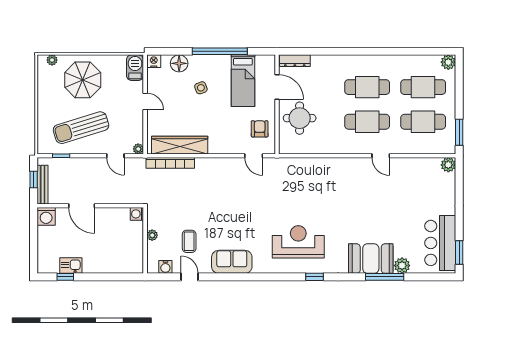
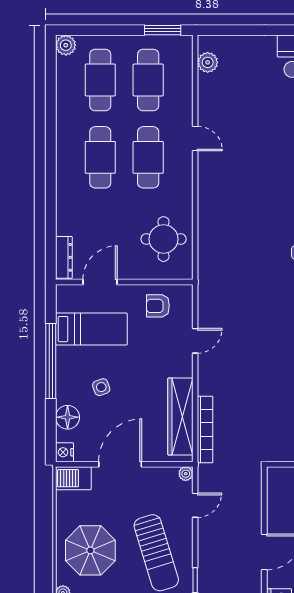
door: (145, 101) -> (120, 464), width x1.88
round table: (300, 118) -> (164, 239), moved
door: (254, 156) -> (195, 341), moved
door: (381, 156) -> (195, 139), hinge flipped
plant: (448, 165) -> (208, 62), moved
washing machine: (137, 214) -> (276, 476), removed

